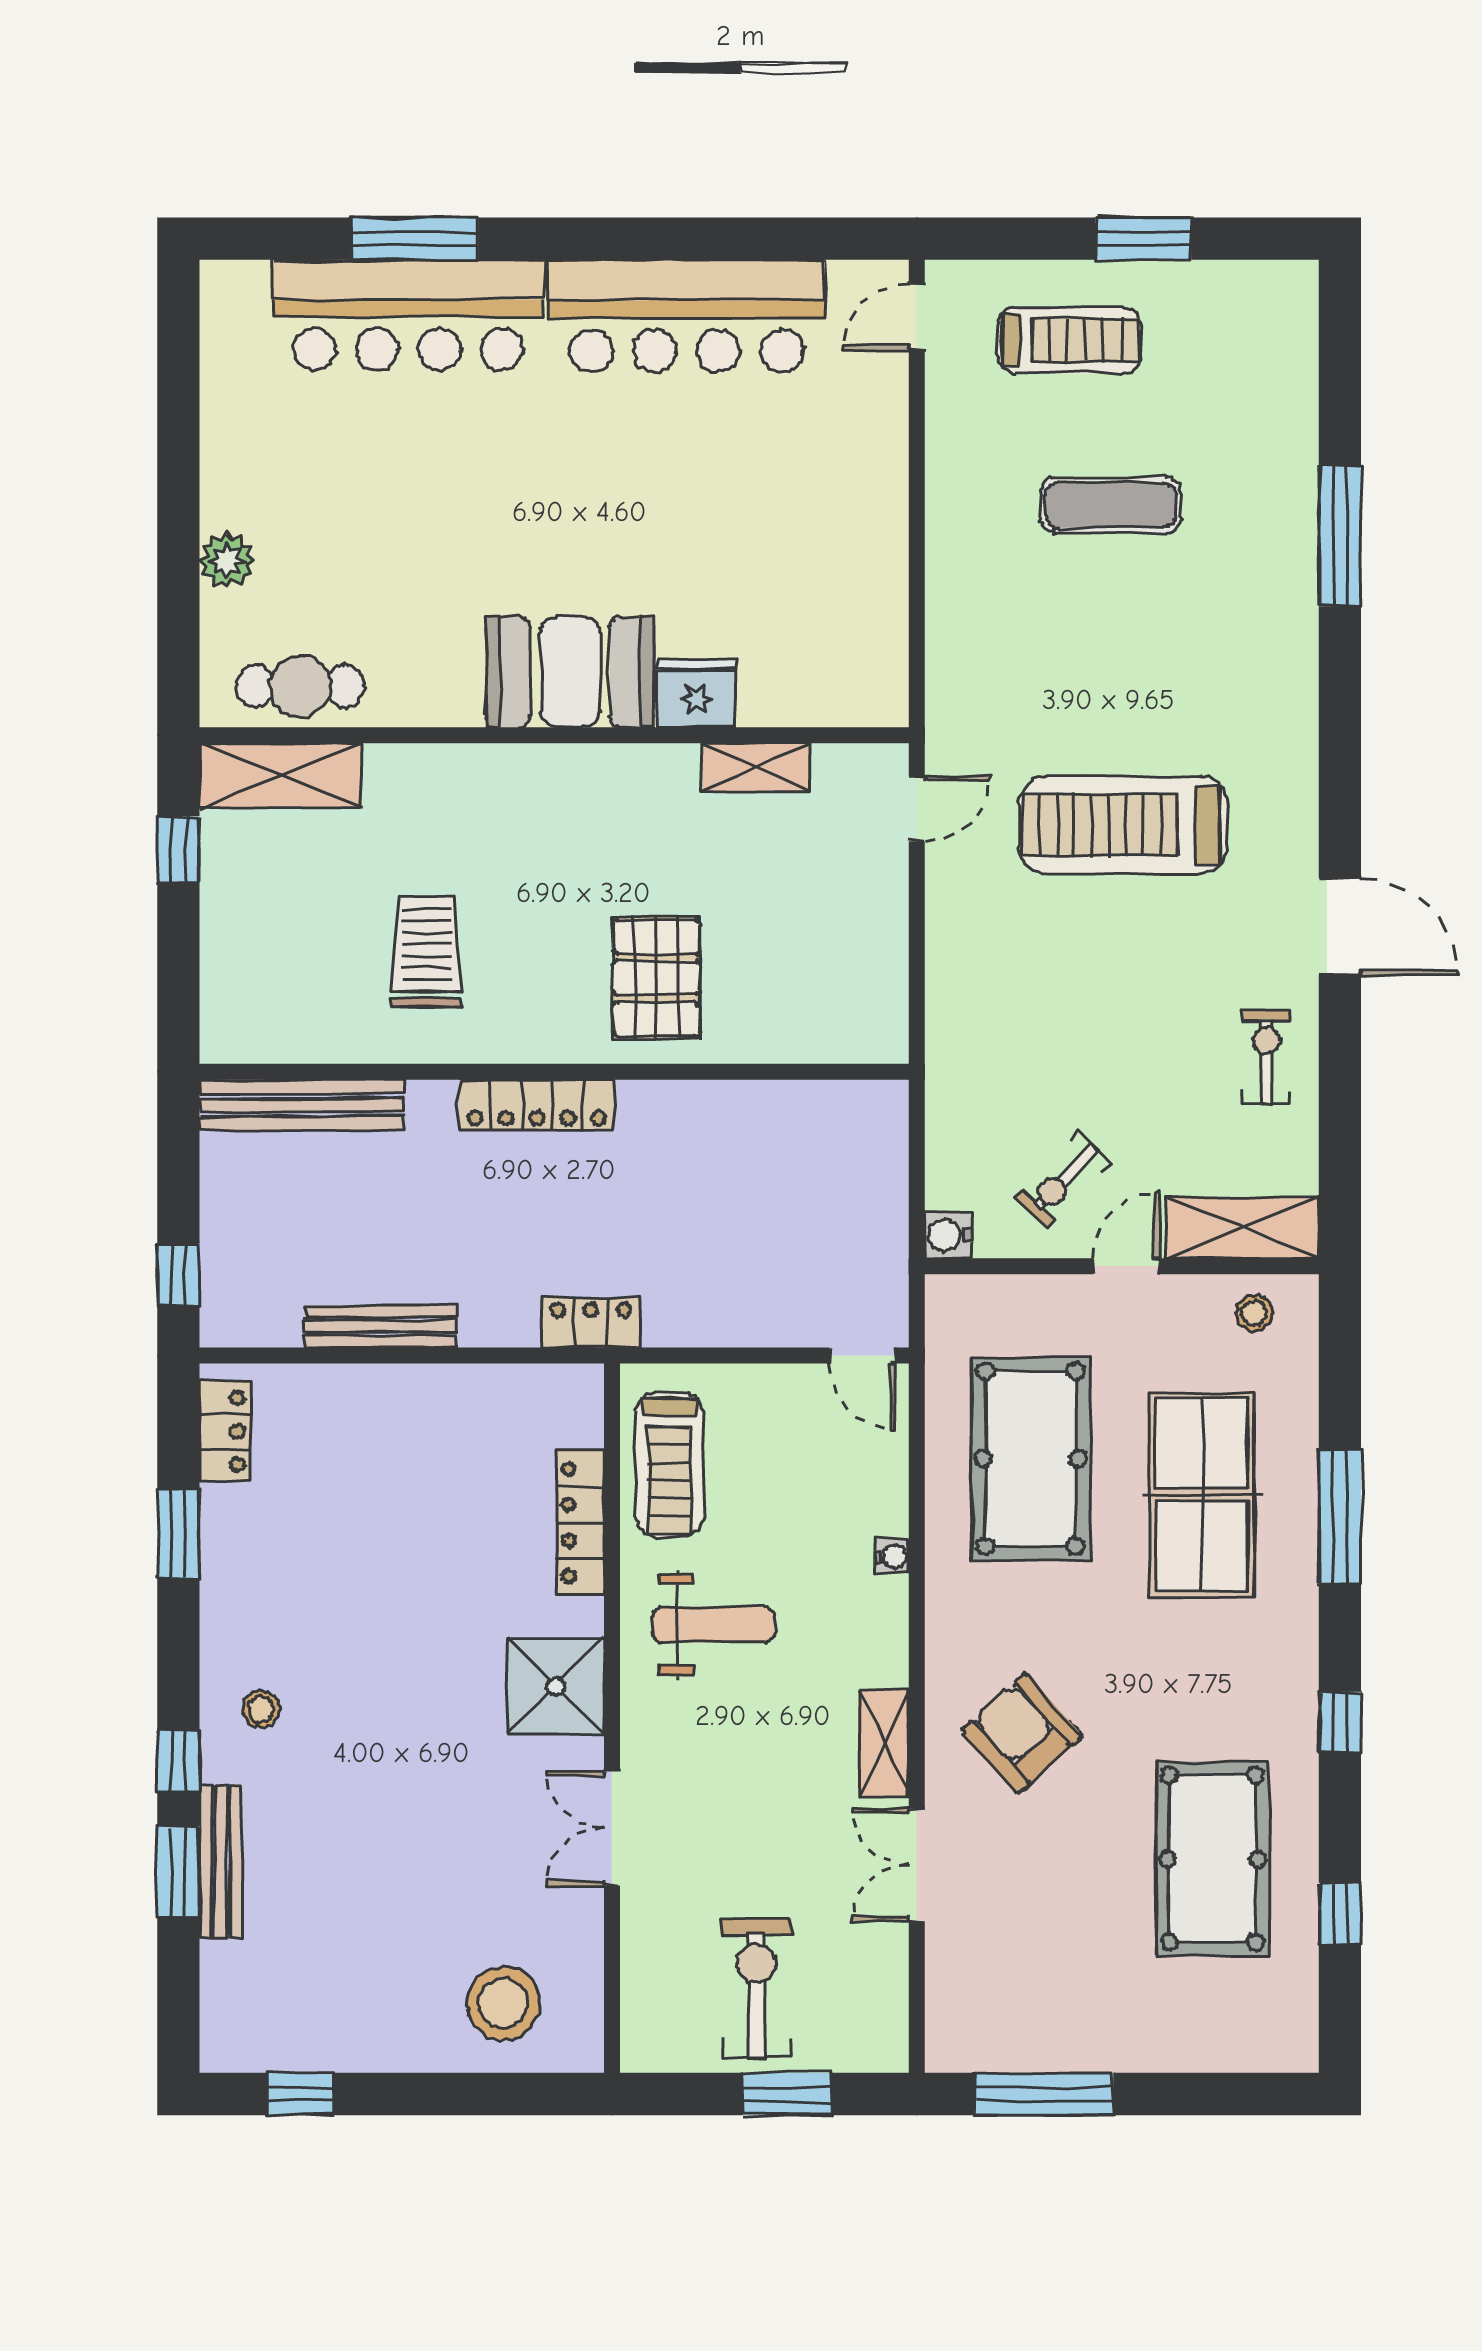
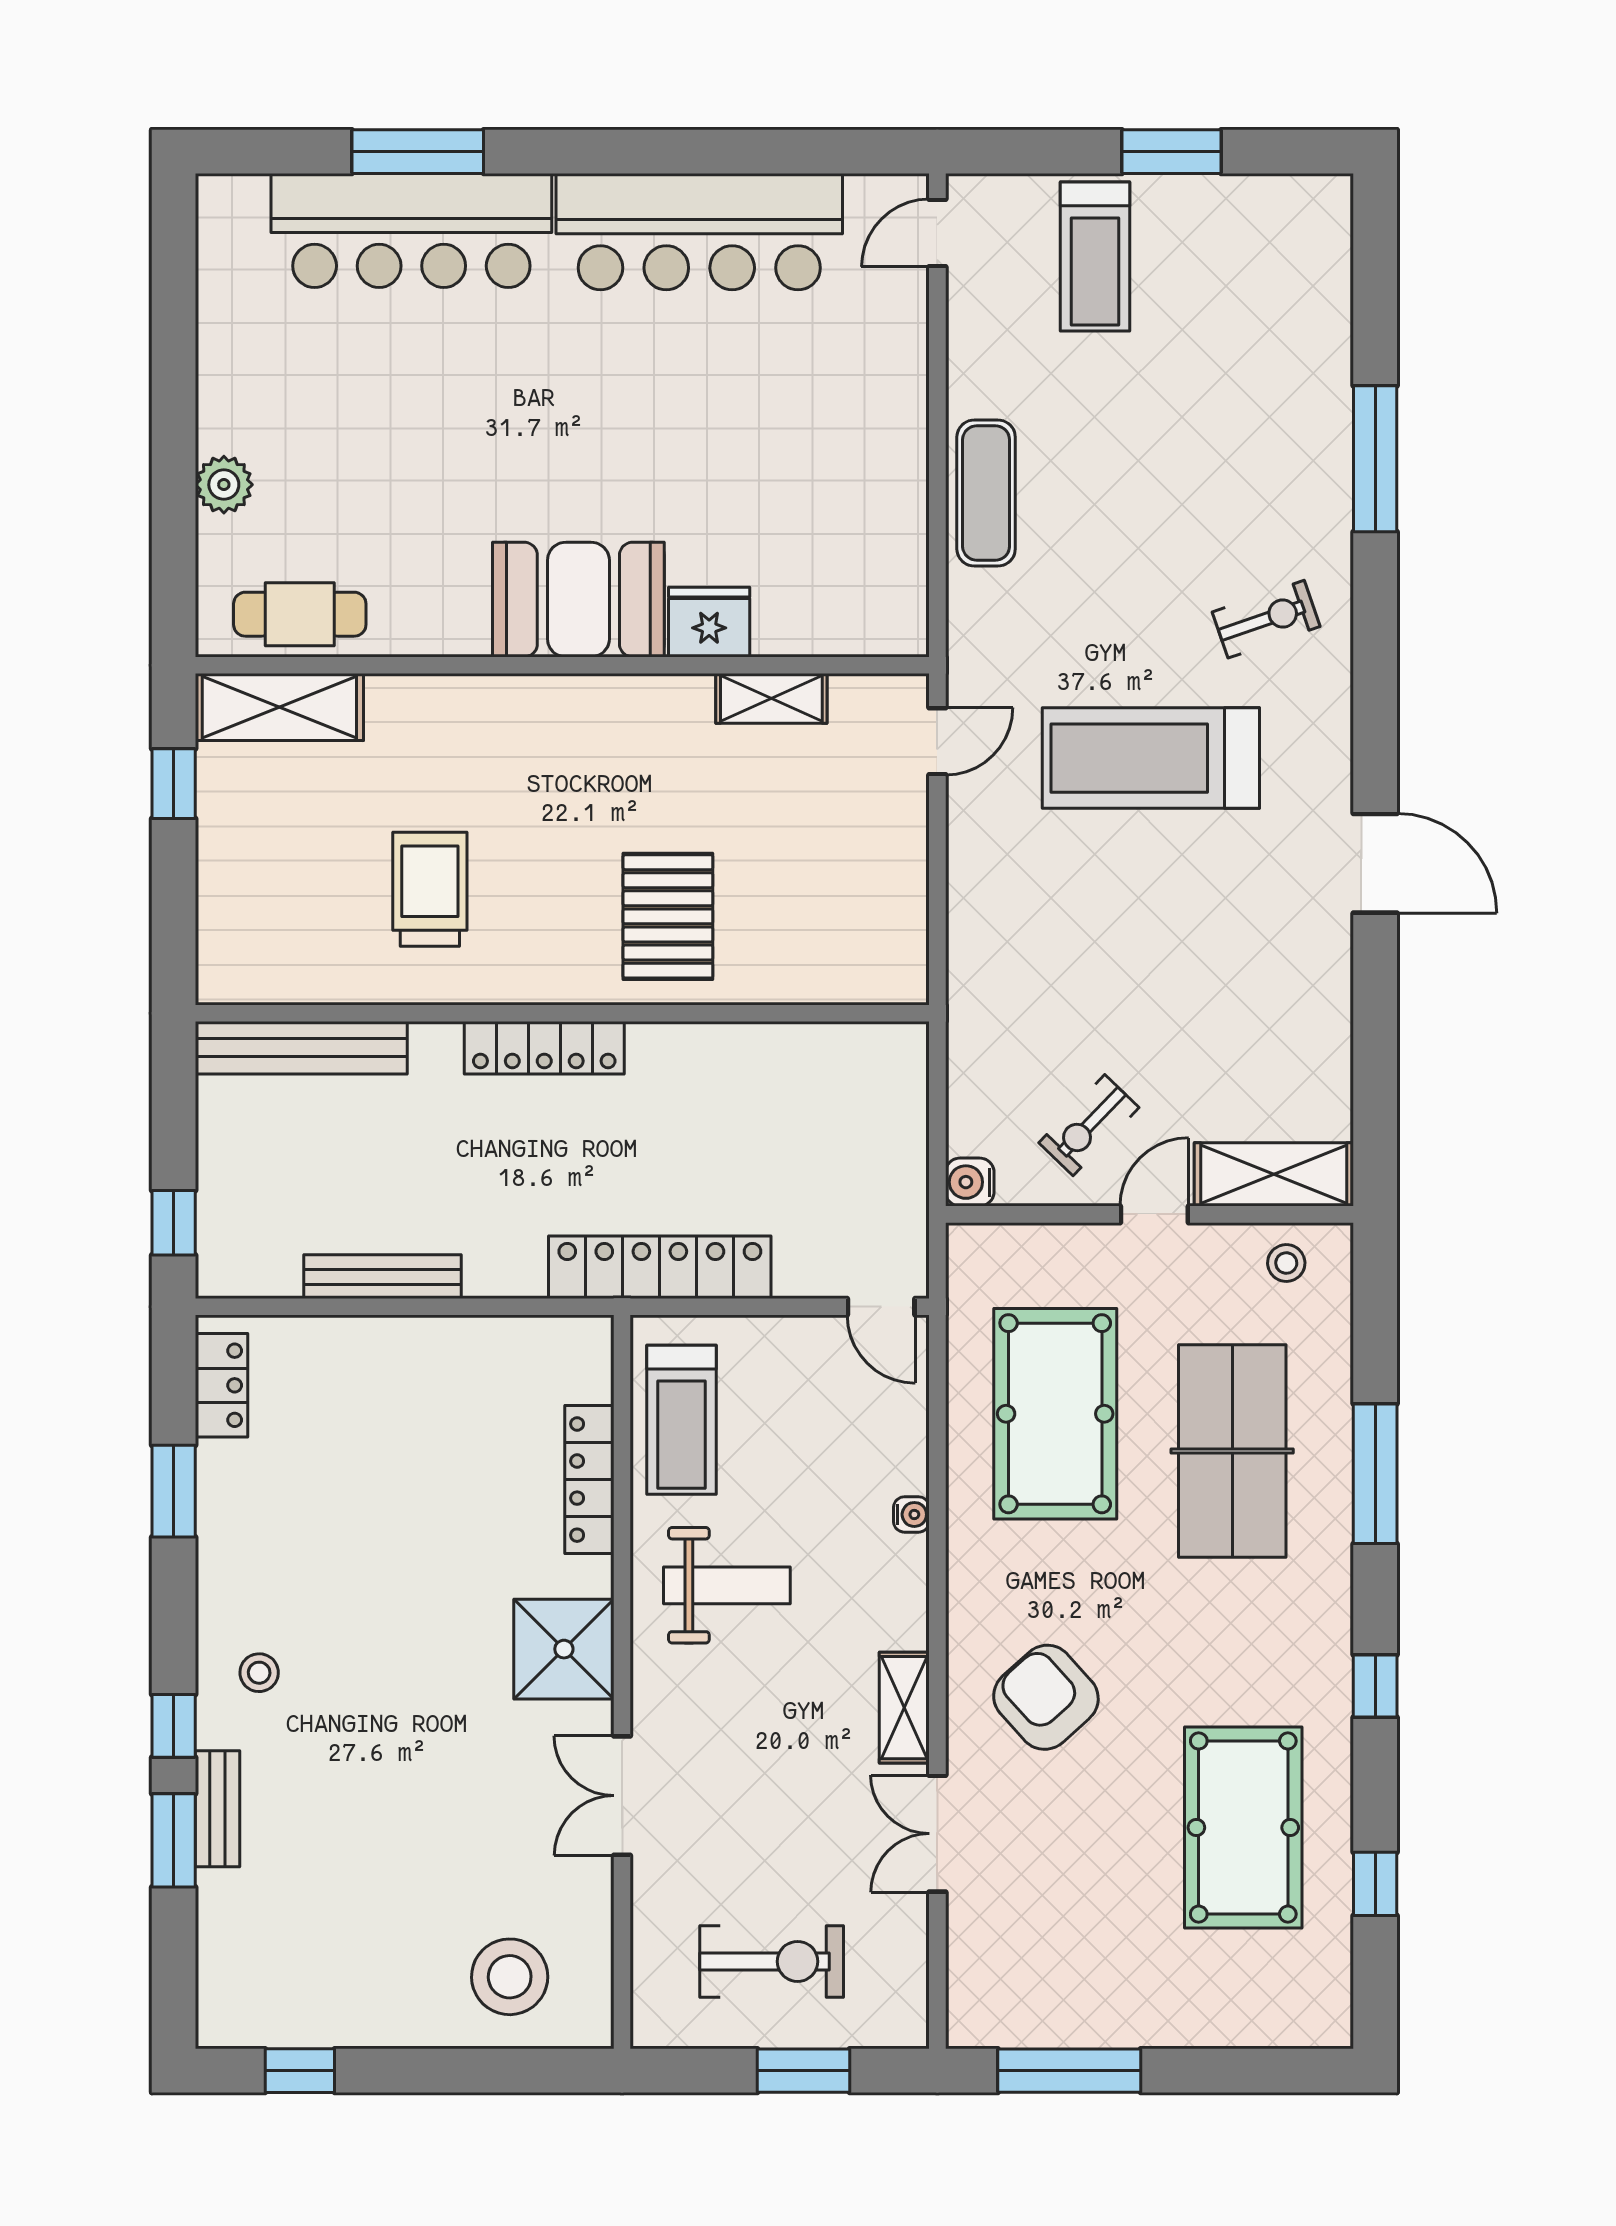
treadmill: (1069, 340) -> (1095, 257), turned 90
exercise mat: (1111, 505) -> (986, 493), moved, turned 90
exercise bike: (1267, 1057) -> (1266, 619), moved, turned 71
locker: (591, 1322) -> (660, 1267), width x2.16, depth x1.21
bench: (221, 1861) -> (217, 1809), width x0.73
exercise bike: (757, 1988) -> (772, 1961), turned 90

